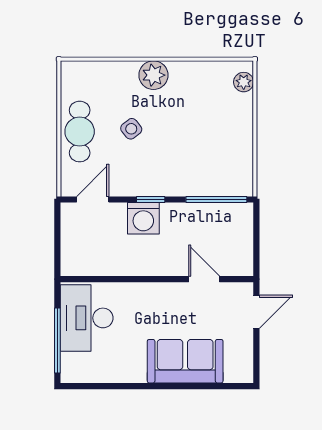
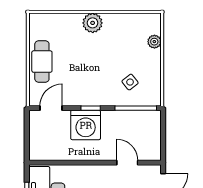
plant: (244, 82) -> (154, 42), moved
side table: (131, 129) -> (130, 82), moved
washing machine: (143, 218) -> (86, 125), width x1.37, depth x1.37

